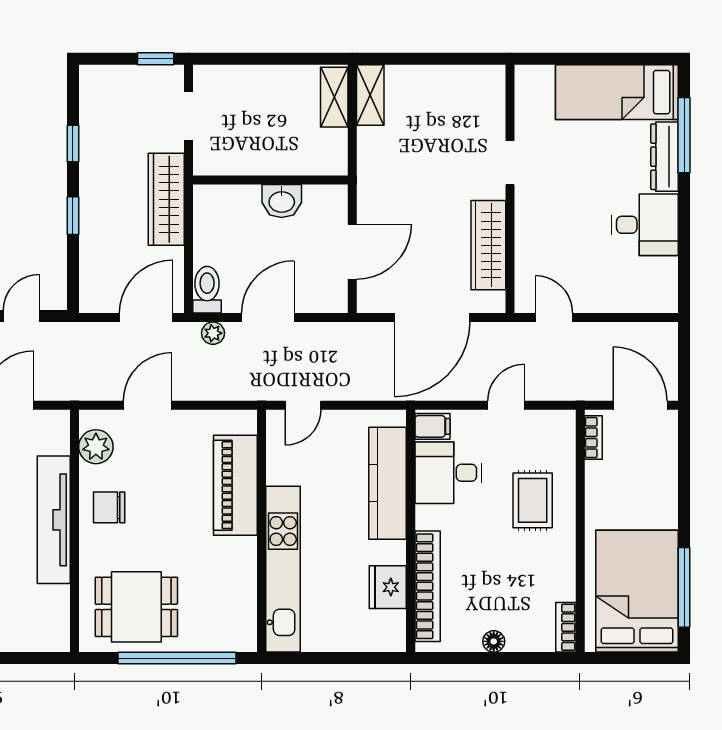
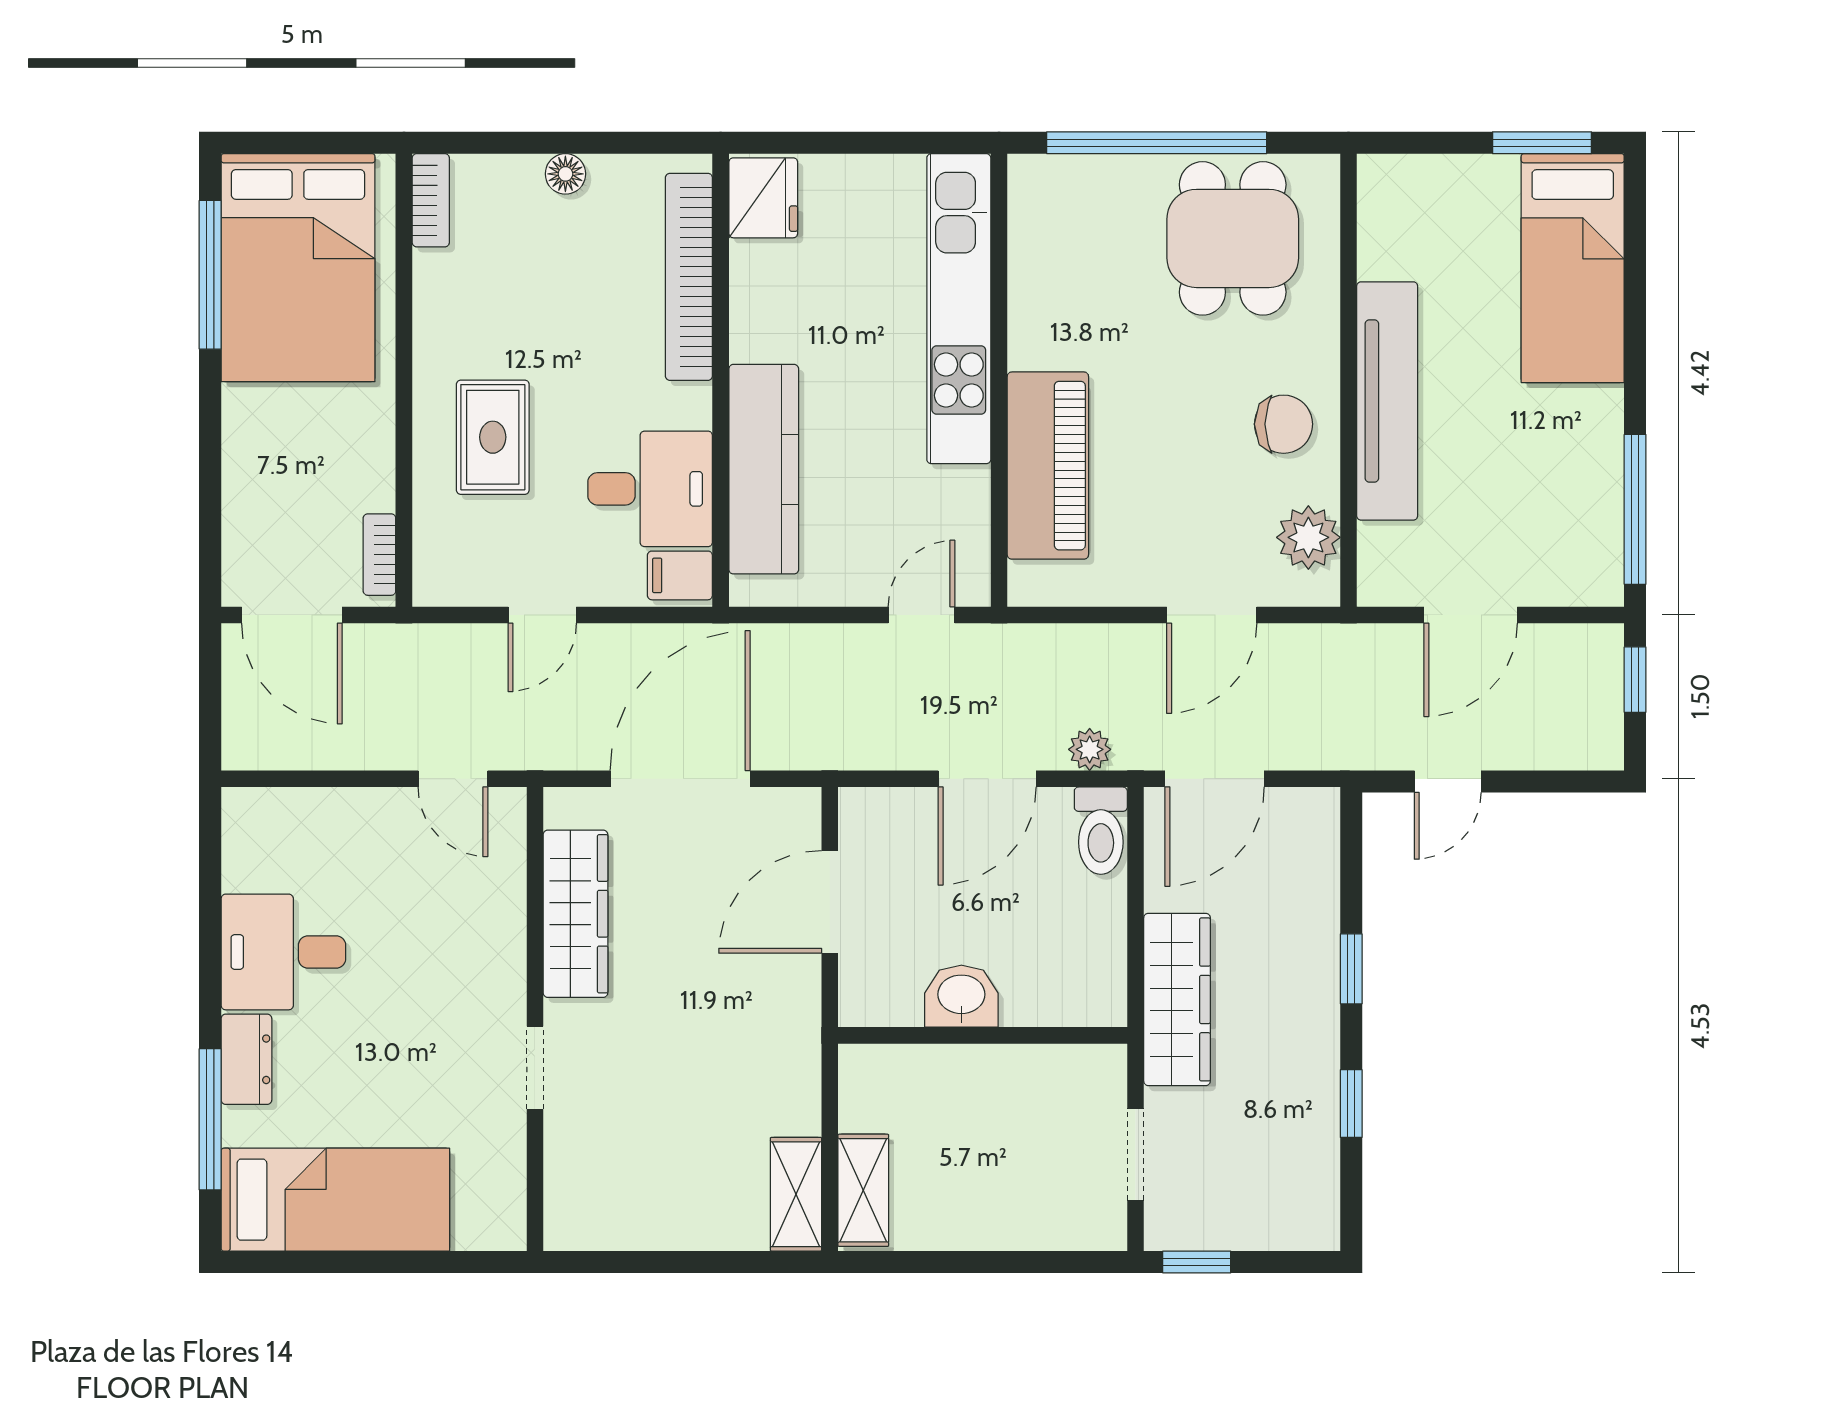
dresser: (665, 157) -> (246, 1059), width x0.70
fridge: (388, 587) -> (763, 198), moved
dining table: (136, 607) -> (1233, 238), turned 90

